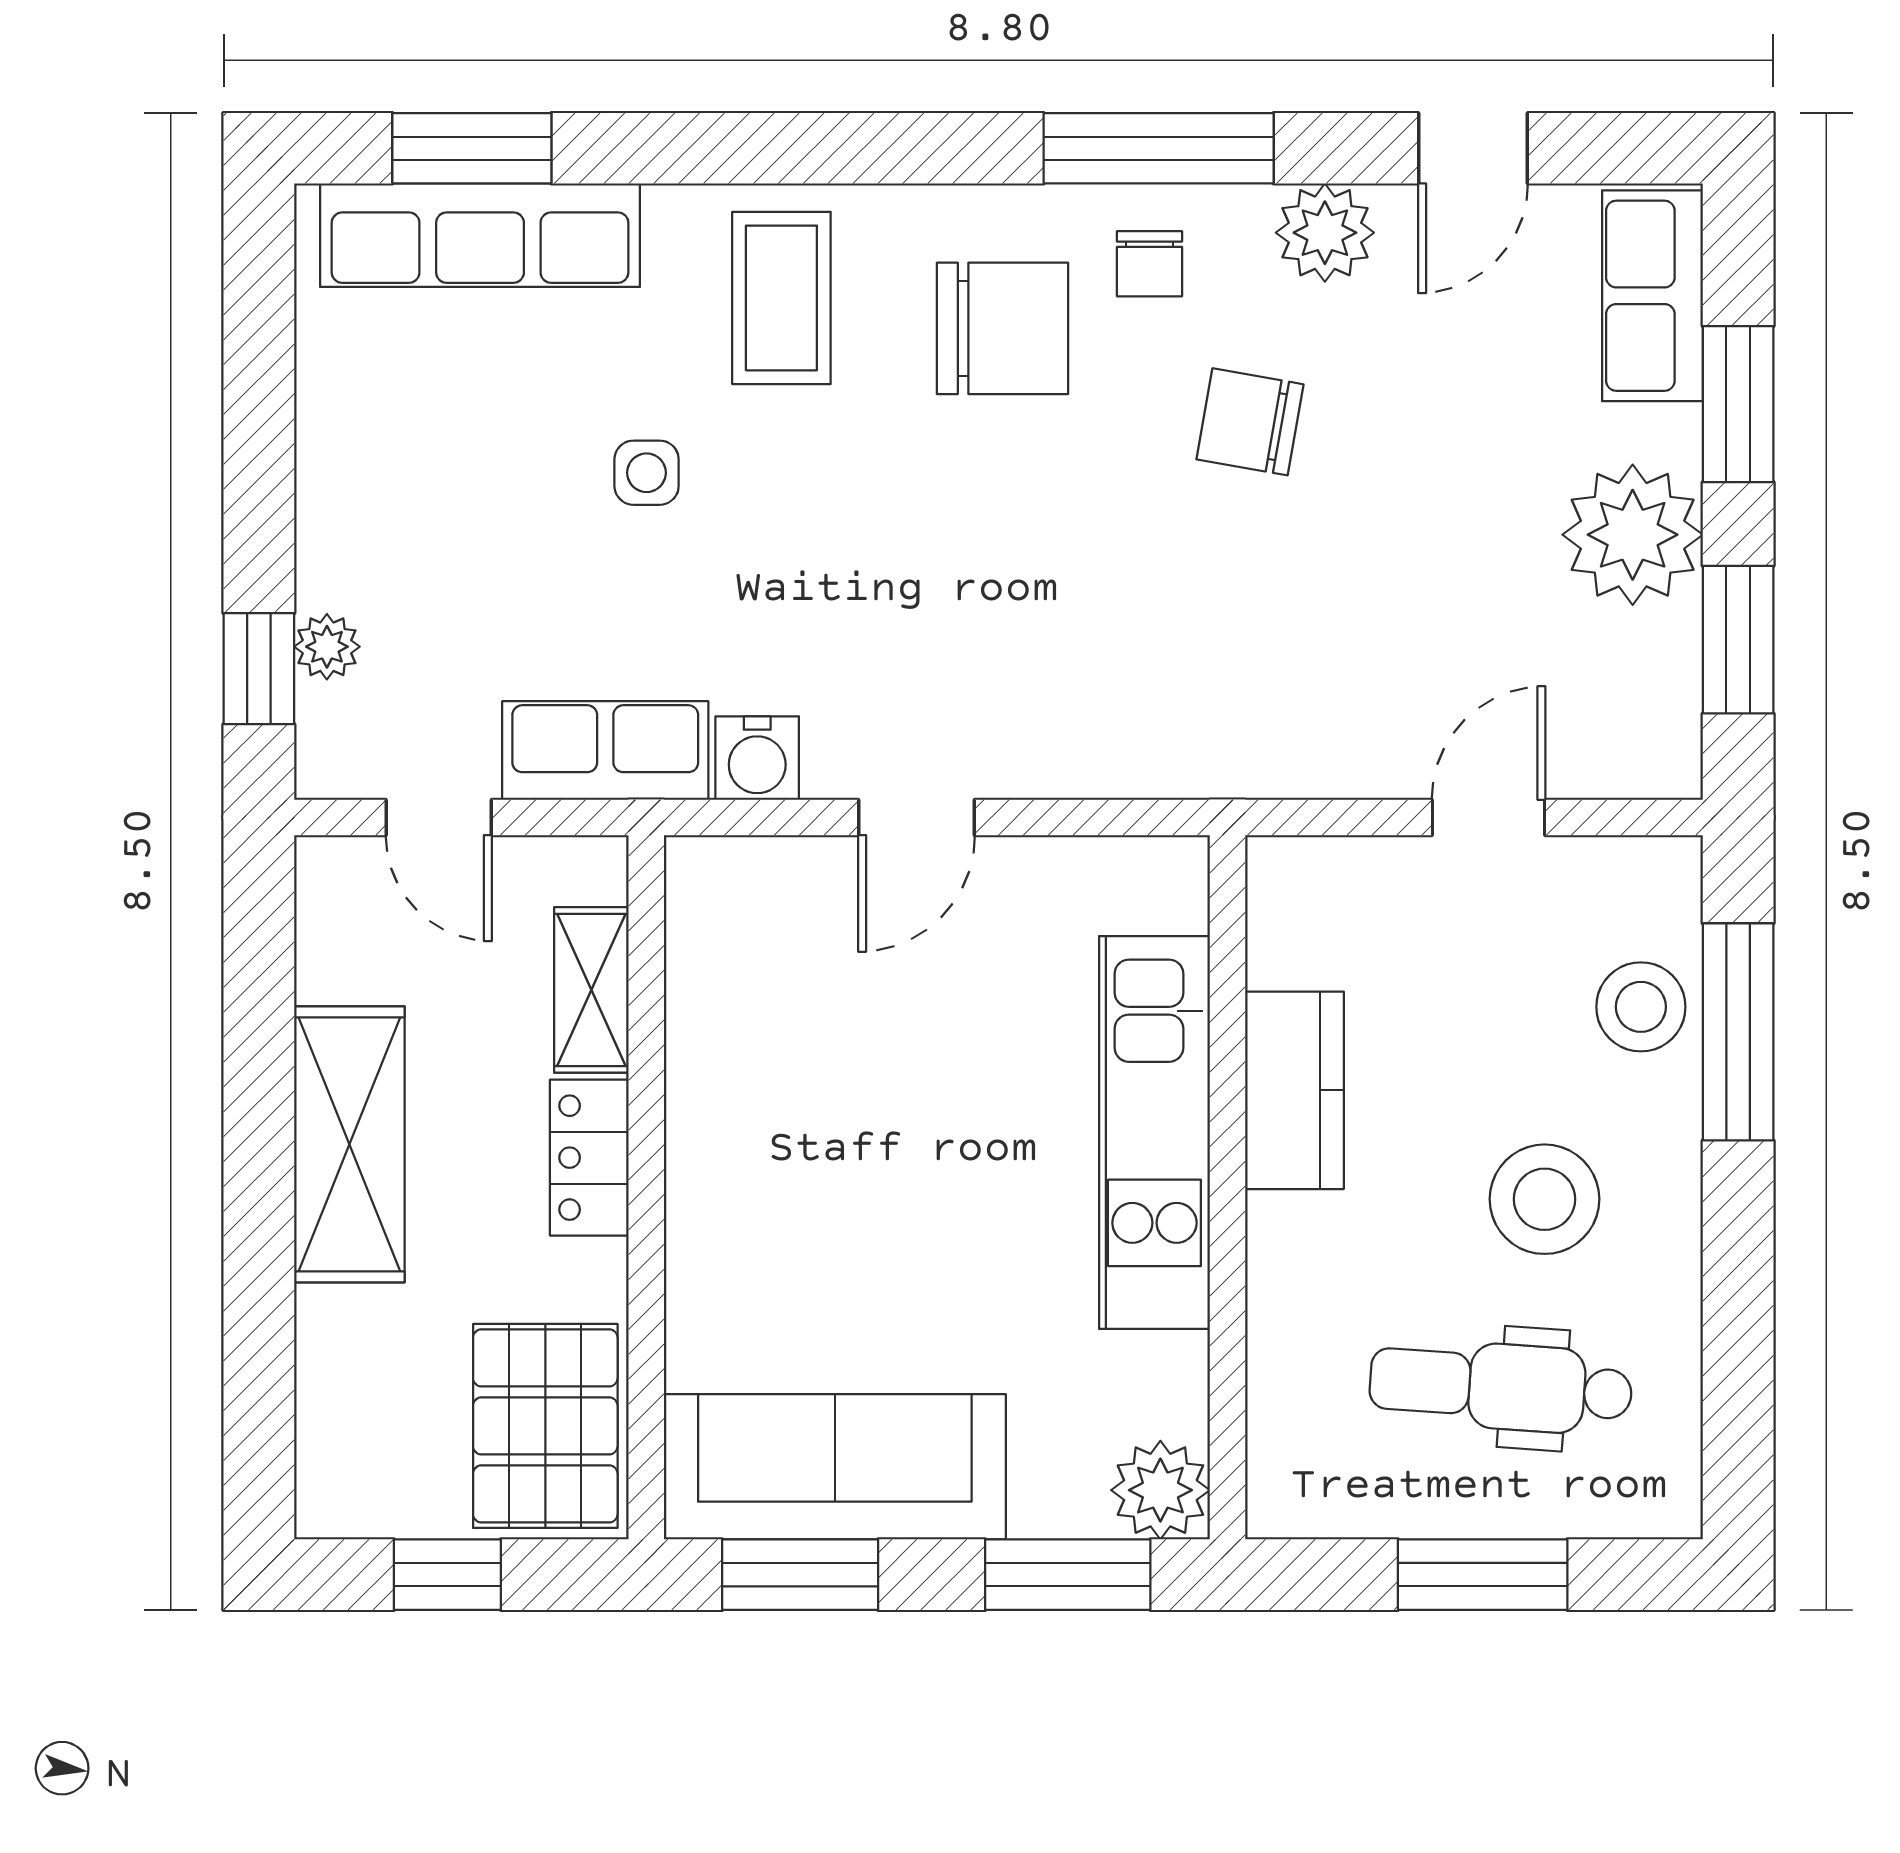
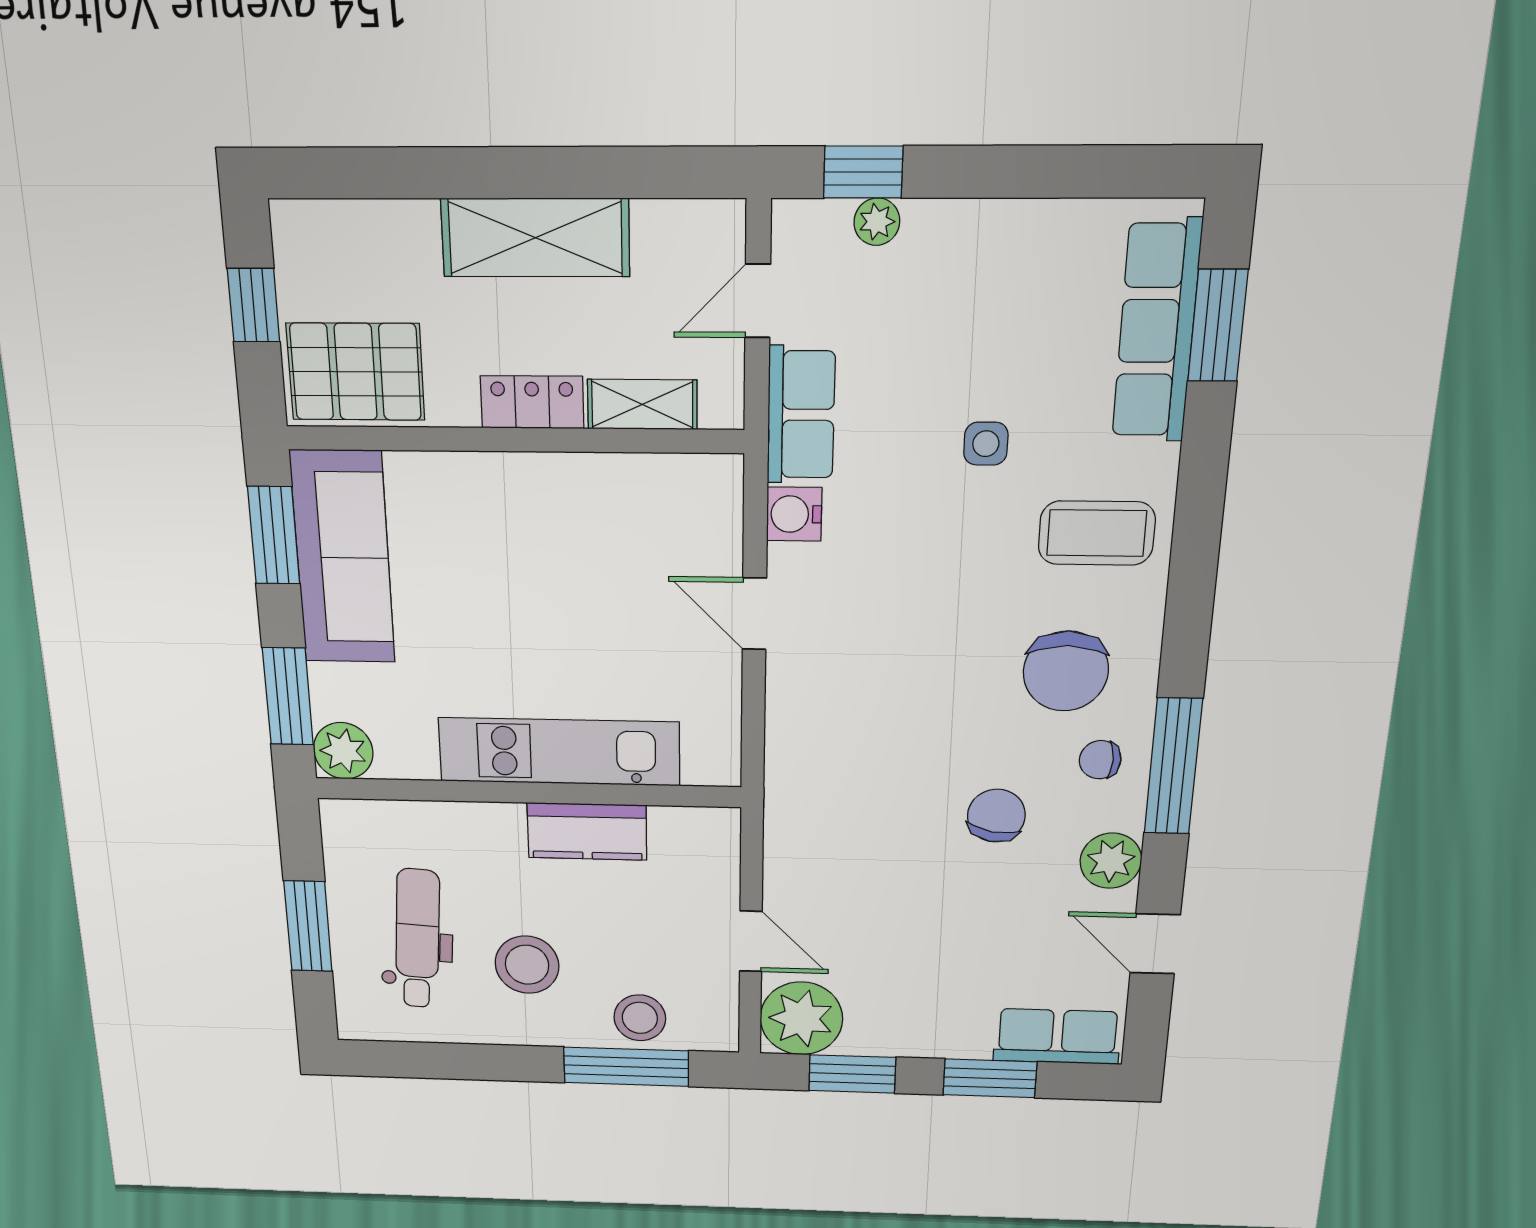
plant: (1633, 535) -> (801, 1018), moved

